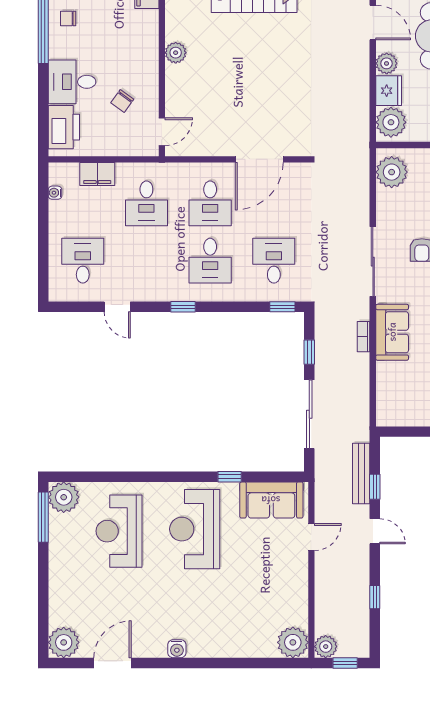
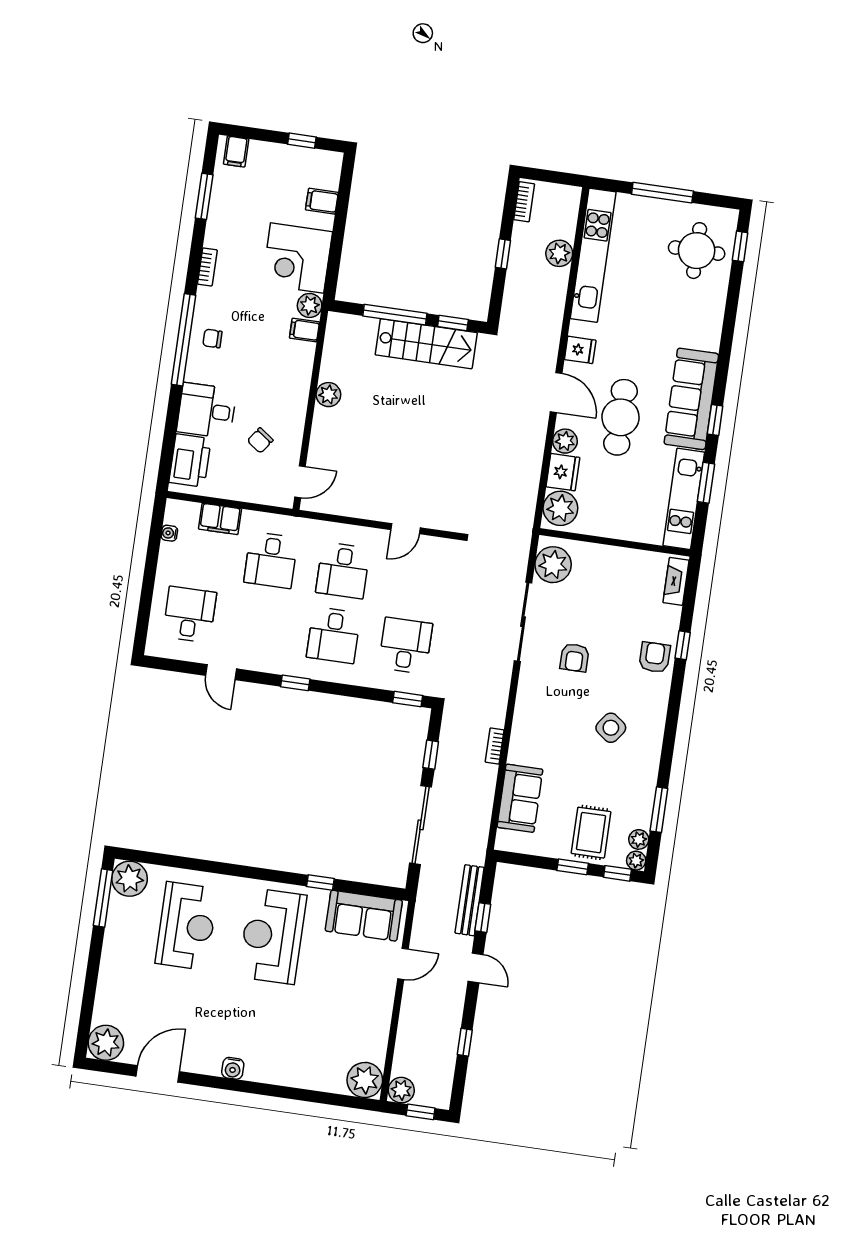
door: (259, 159) -> (405, 529), width x0.53
sliding door: (373, 262) -> (523, 622), moved
sofa: (392, 332) -> (520, 798), moved
reception desk: (119, 531) -> (187, 926), turned 180

